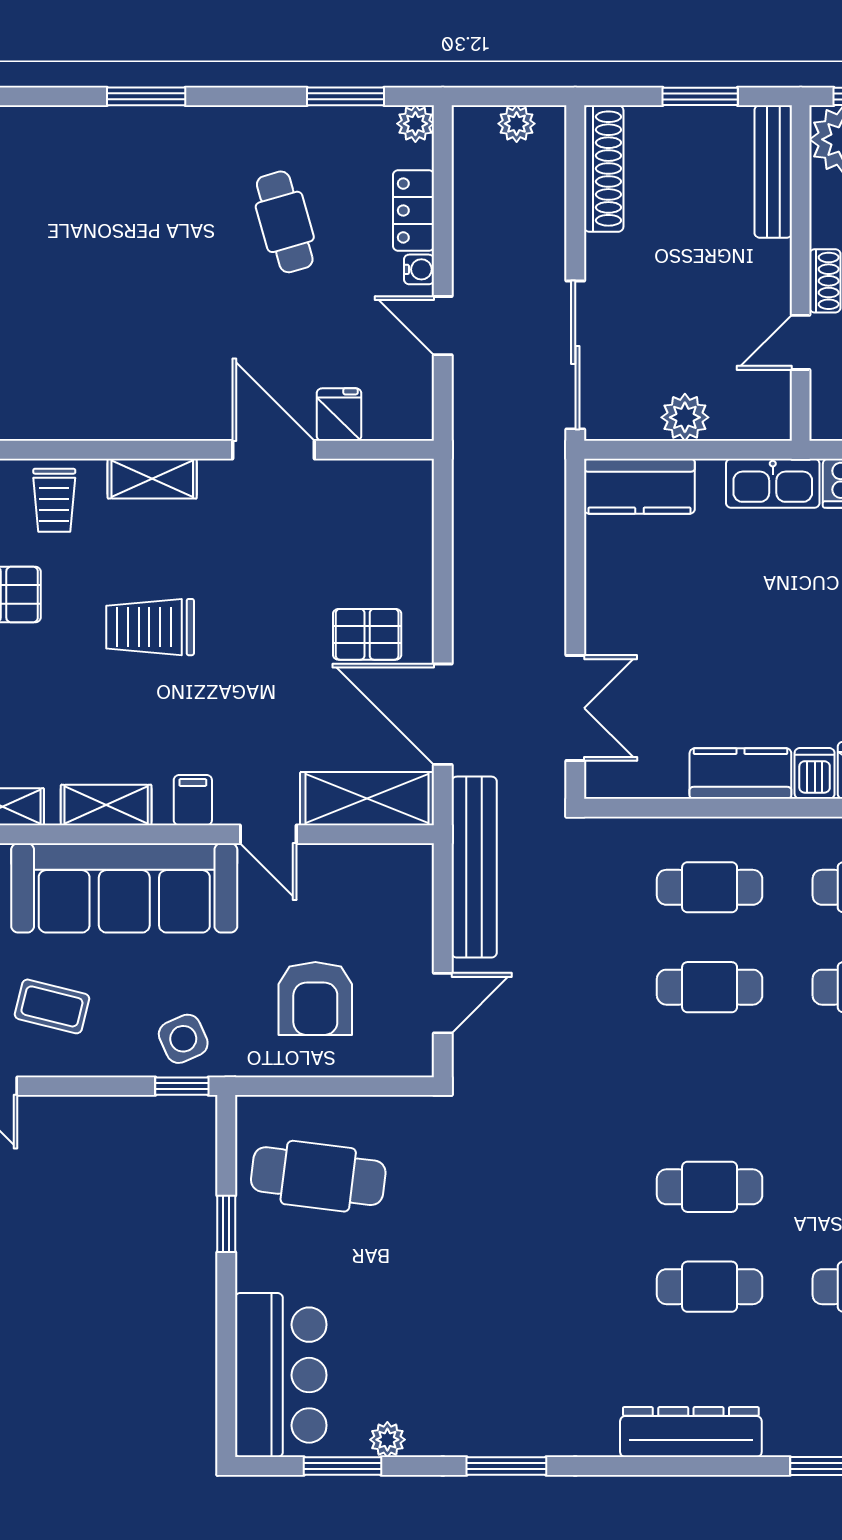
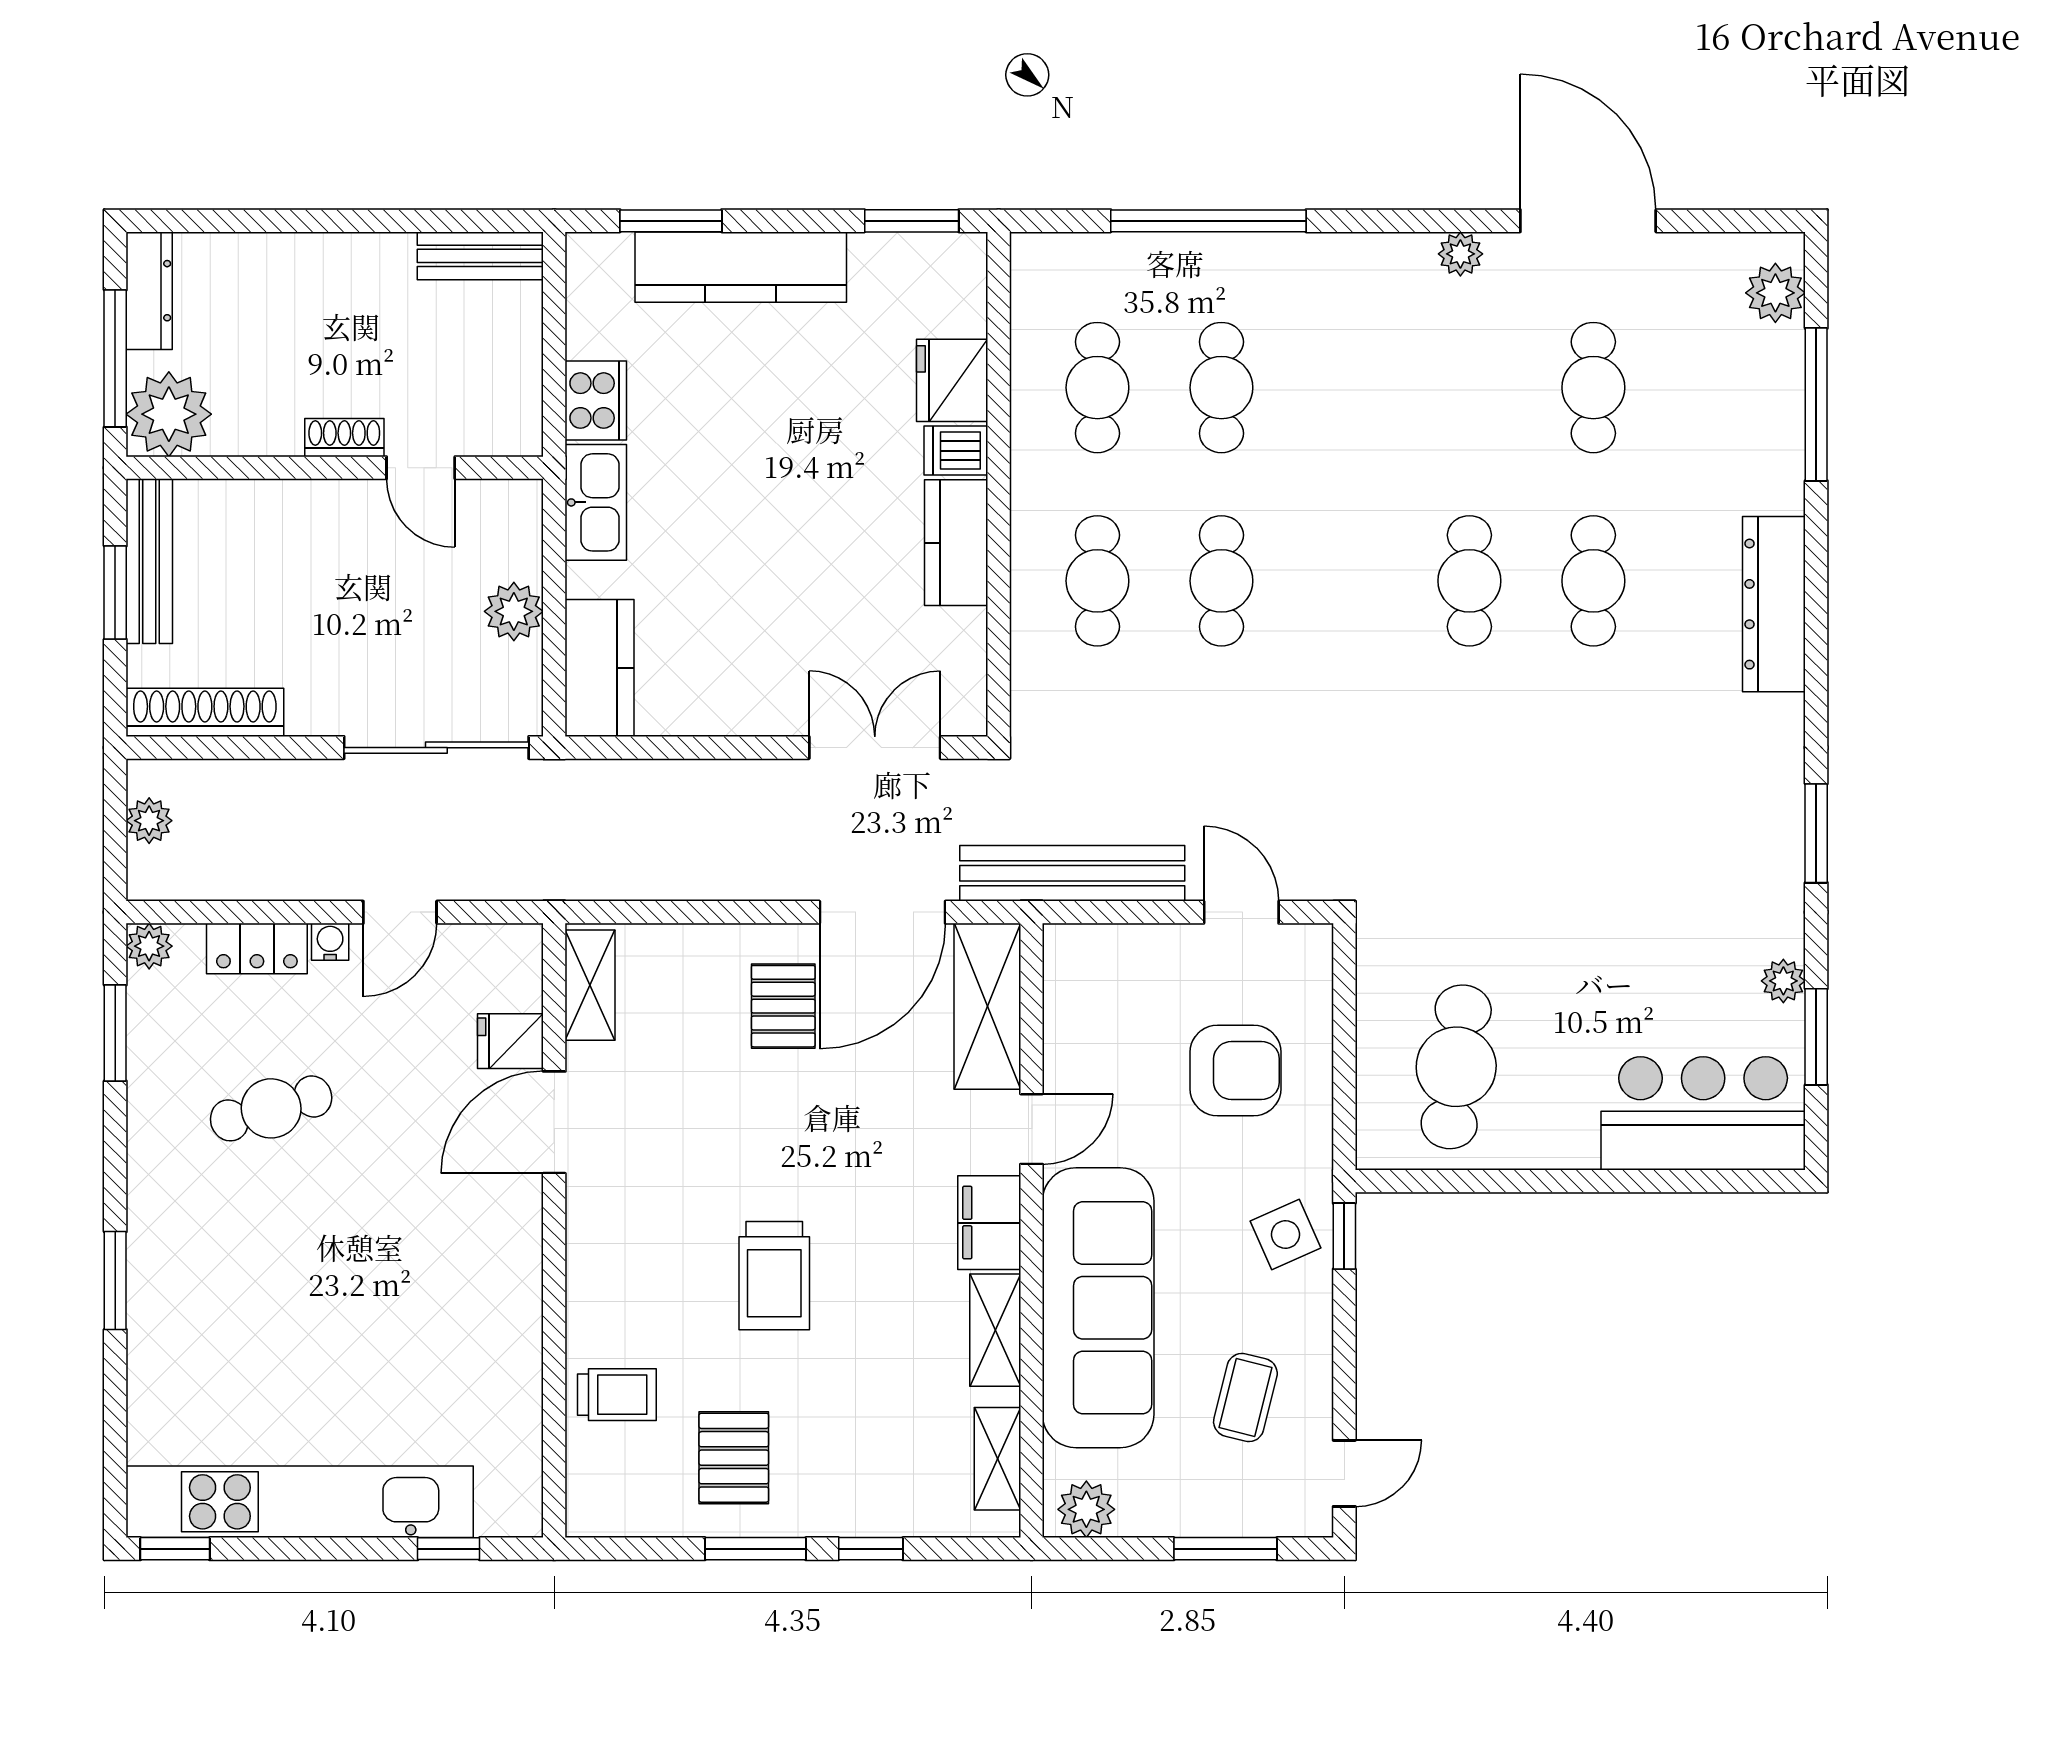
bench: (773, 172) -> (149, 561), moved, turned 90
shelving: (152, 479) -> (590, 985), moved
filing cabinet: (193, 800) -> (989, 1223), width x2.00
window: (226, 1224) -> (1515, 1181), removed

